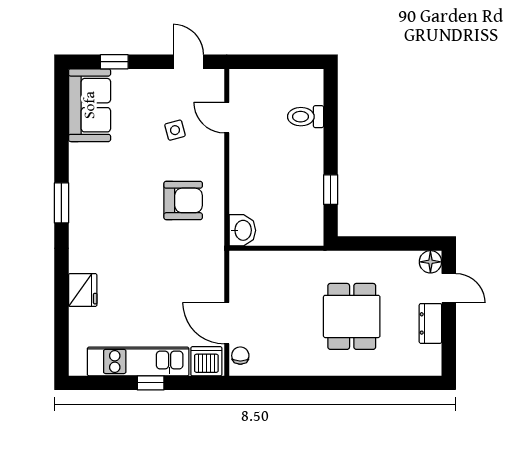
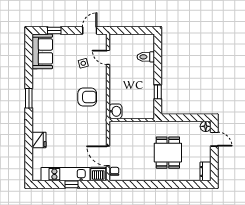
door: (188, 62) -> (90, 31), hinge flipped
dresser: (430, 323) -> (206, 171), moved

